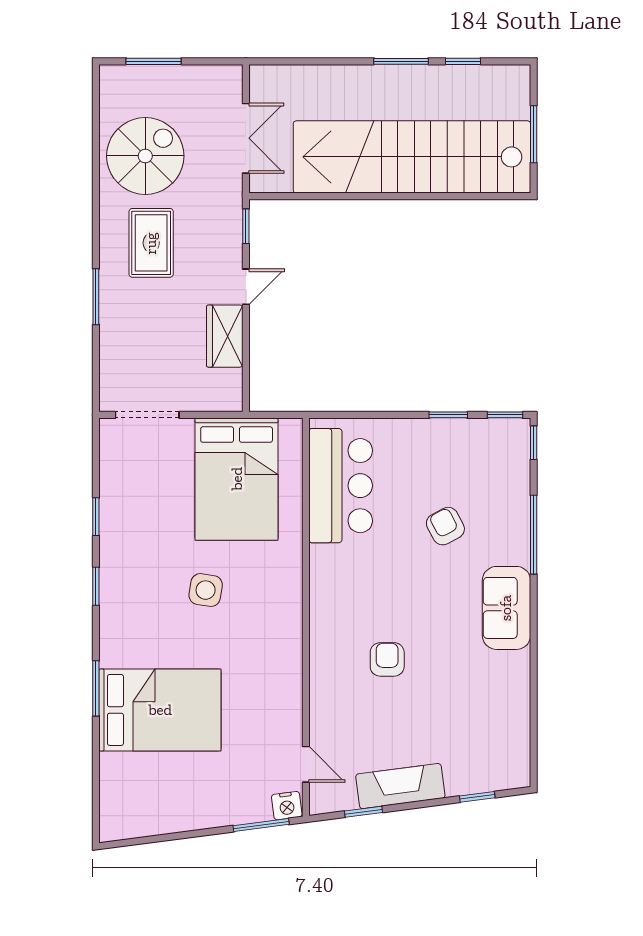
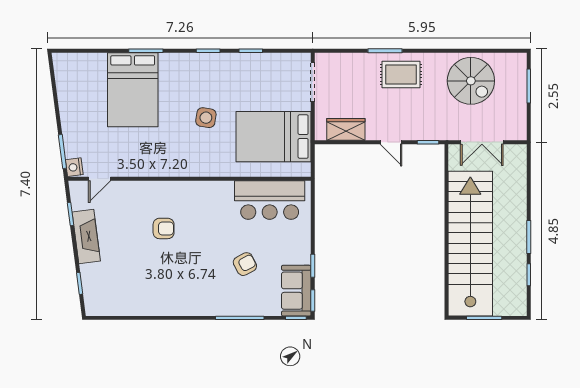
rug: (151, 243) -> (401, 74), moved
wardrobe: (225, 336) -> (346, 129), moved
sofa: (506, 608) -> (296, 291), moved, turned -90

